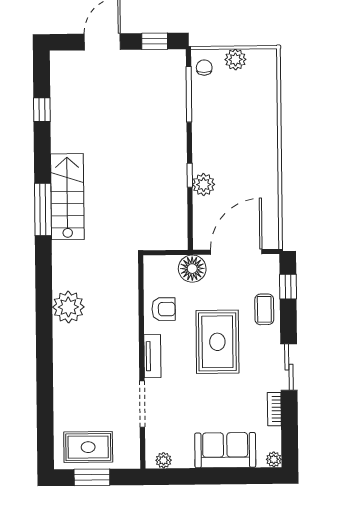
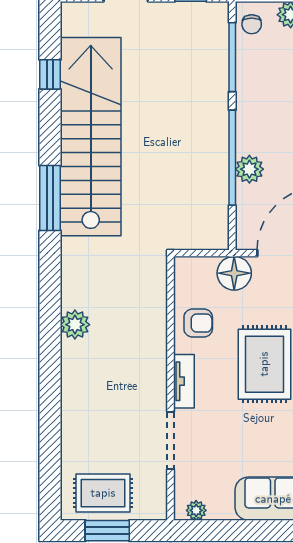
chair: (204, 68) -> (252, 24), turned 180
window: (190, 175) -> (232, 158), width x3.17
stairs: (67, 197) -> (91, 137), width x1.86, depth x1.51
plant: (68, 307) -> (75, 325), width x0.73, depth x0.73

